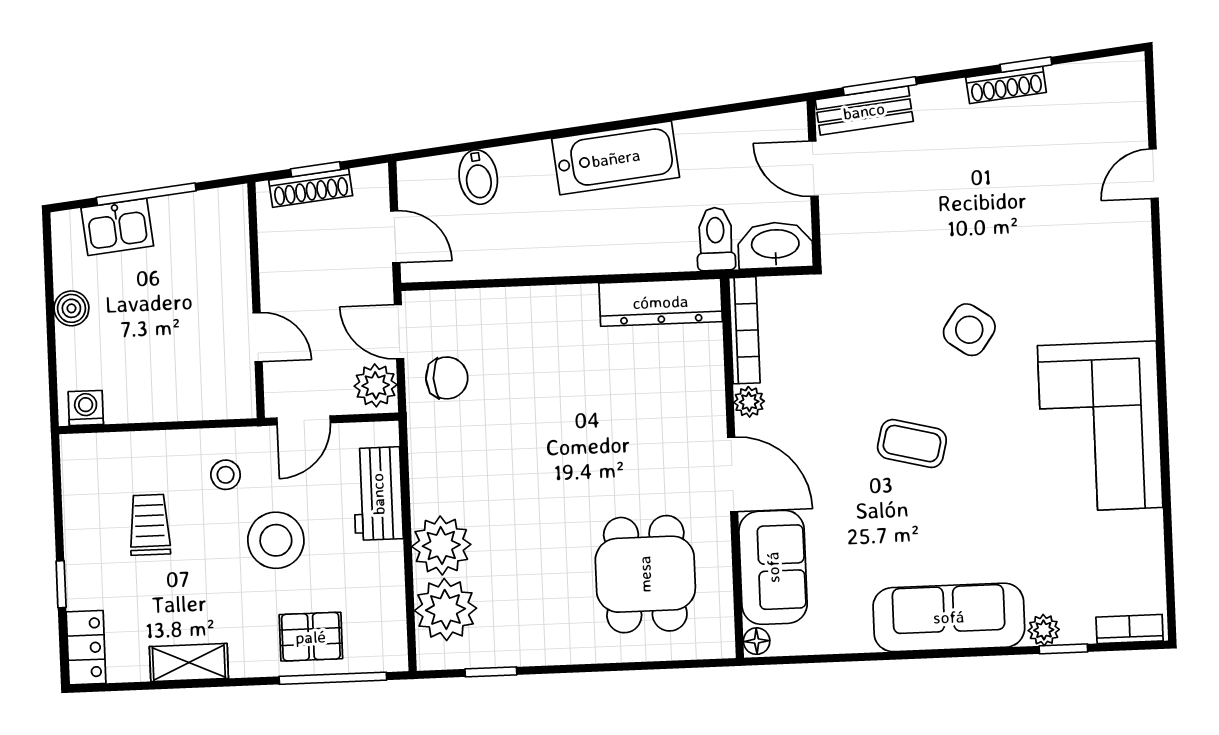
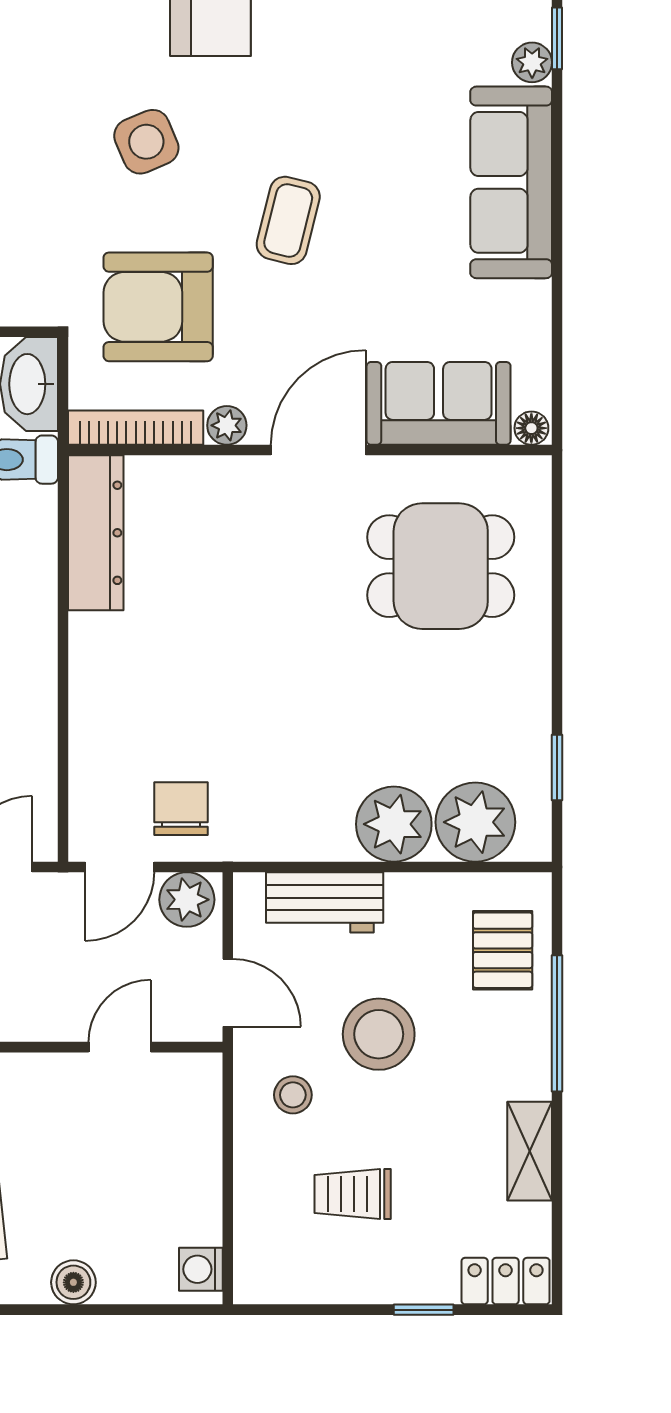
side table: (969, 330) -> (146, 142), turned 32
armchair: (840, 344) -> (158, 307), added
pallet: (311, 637) -> (503, 950), moved
window: (333, 678) -> (557, 1023), moved

